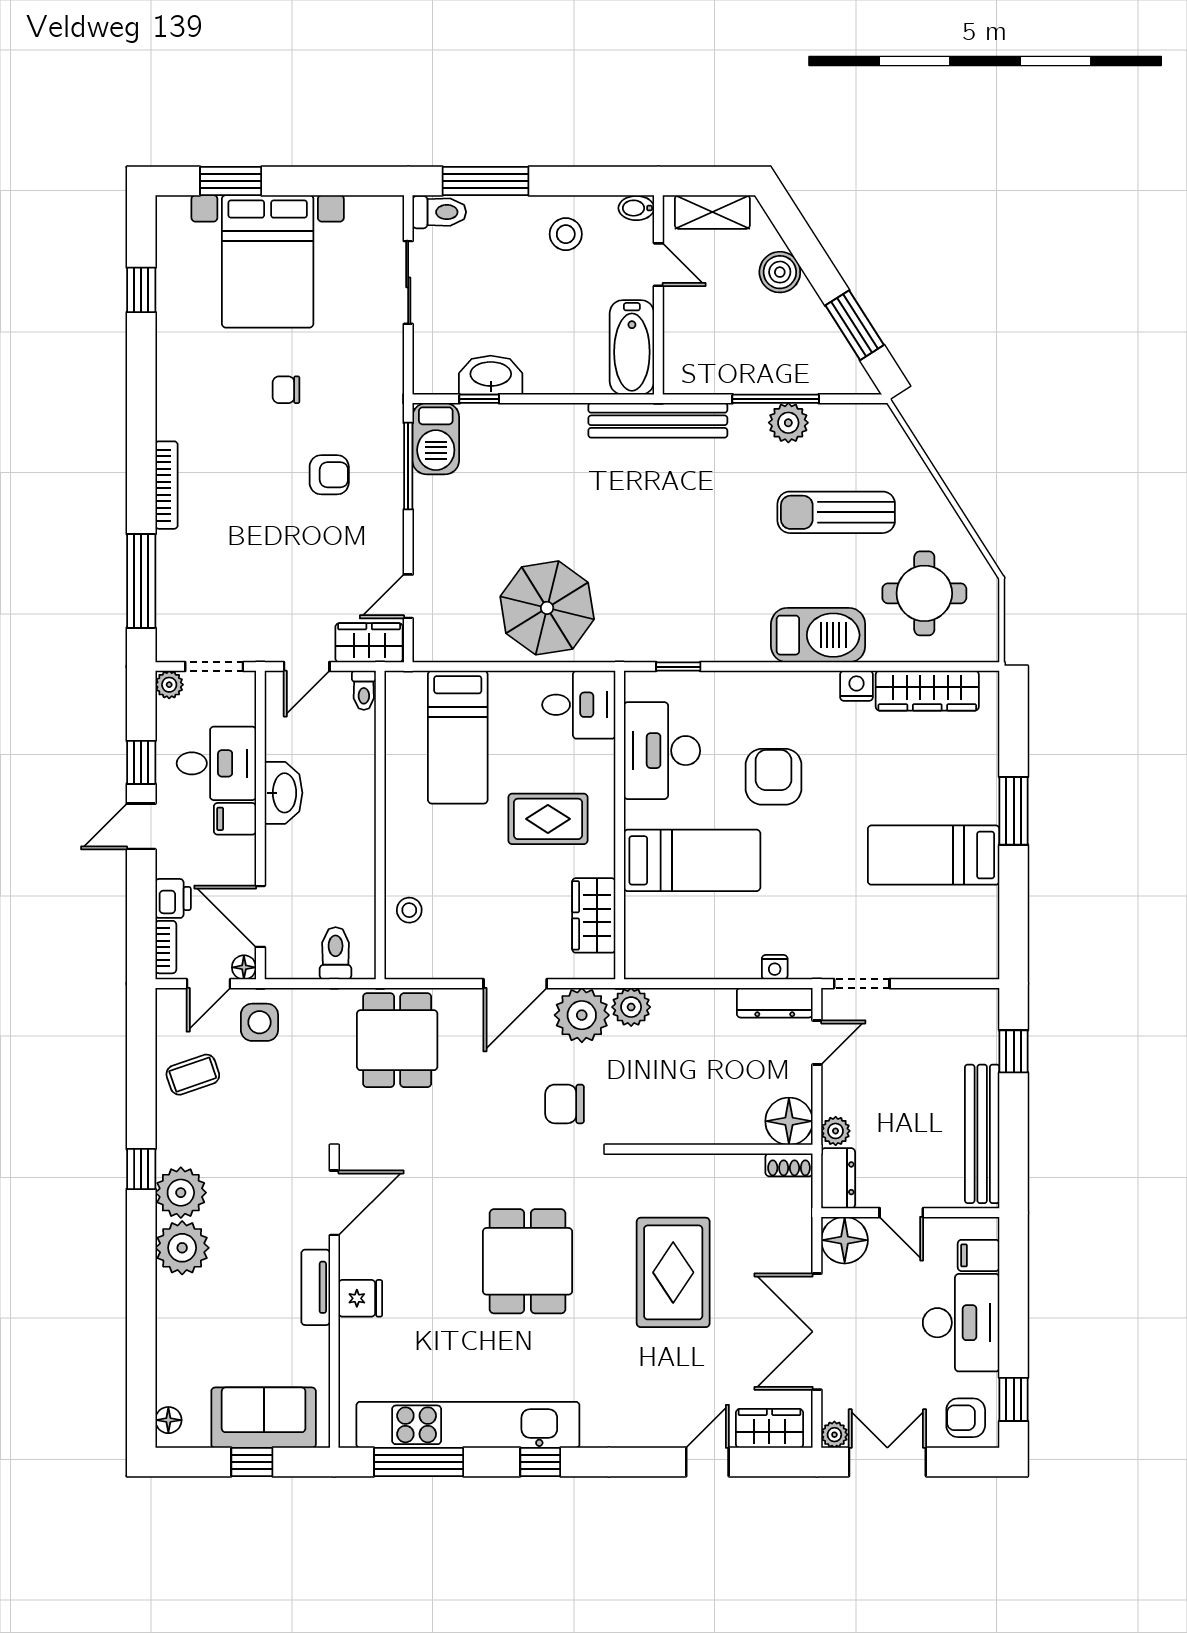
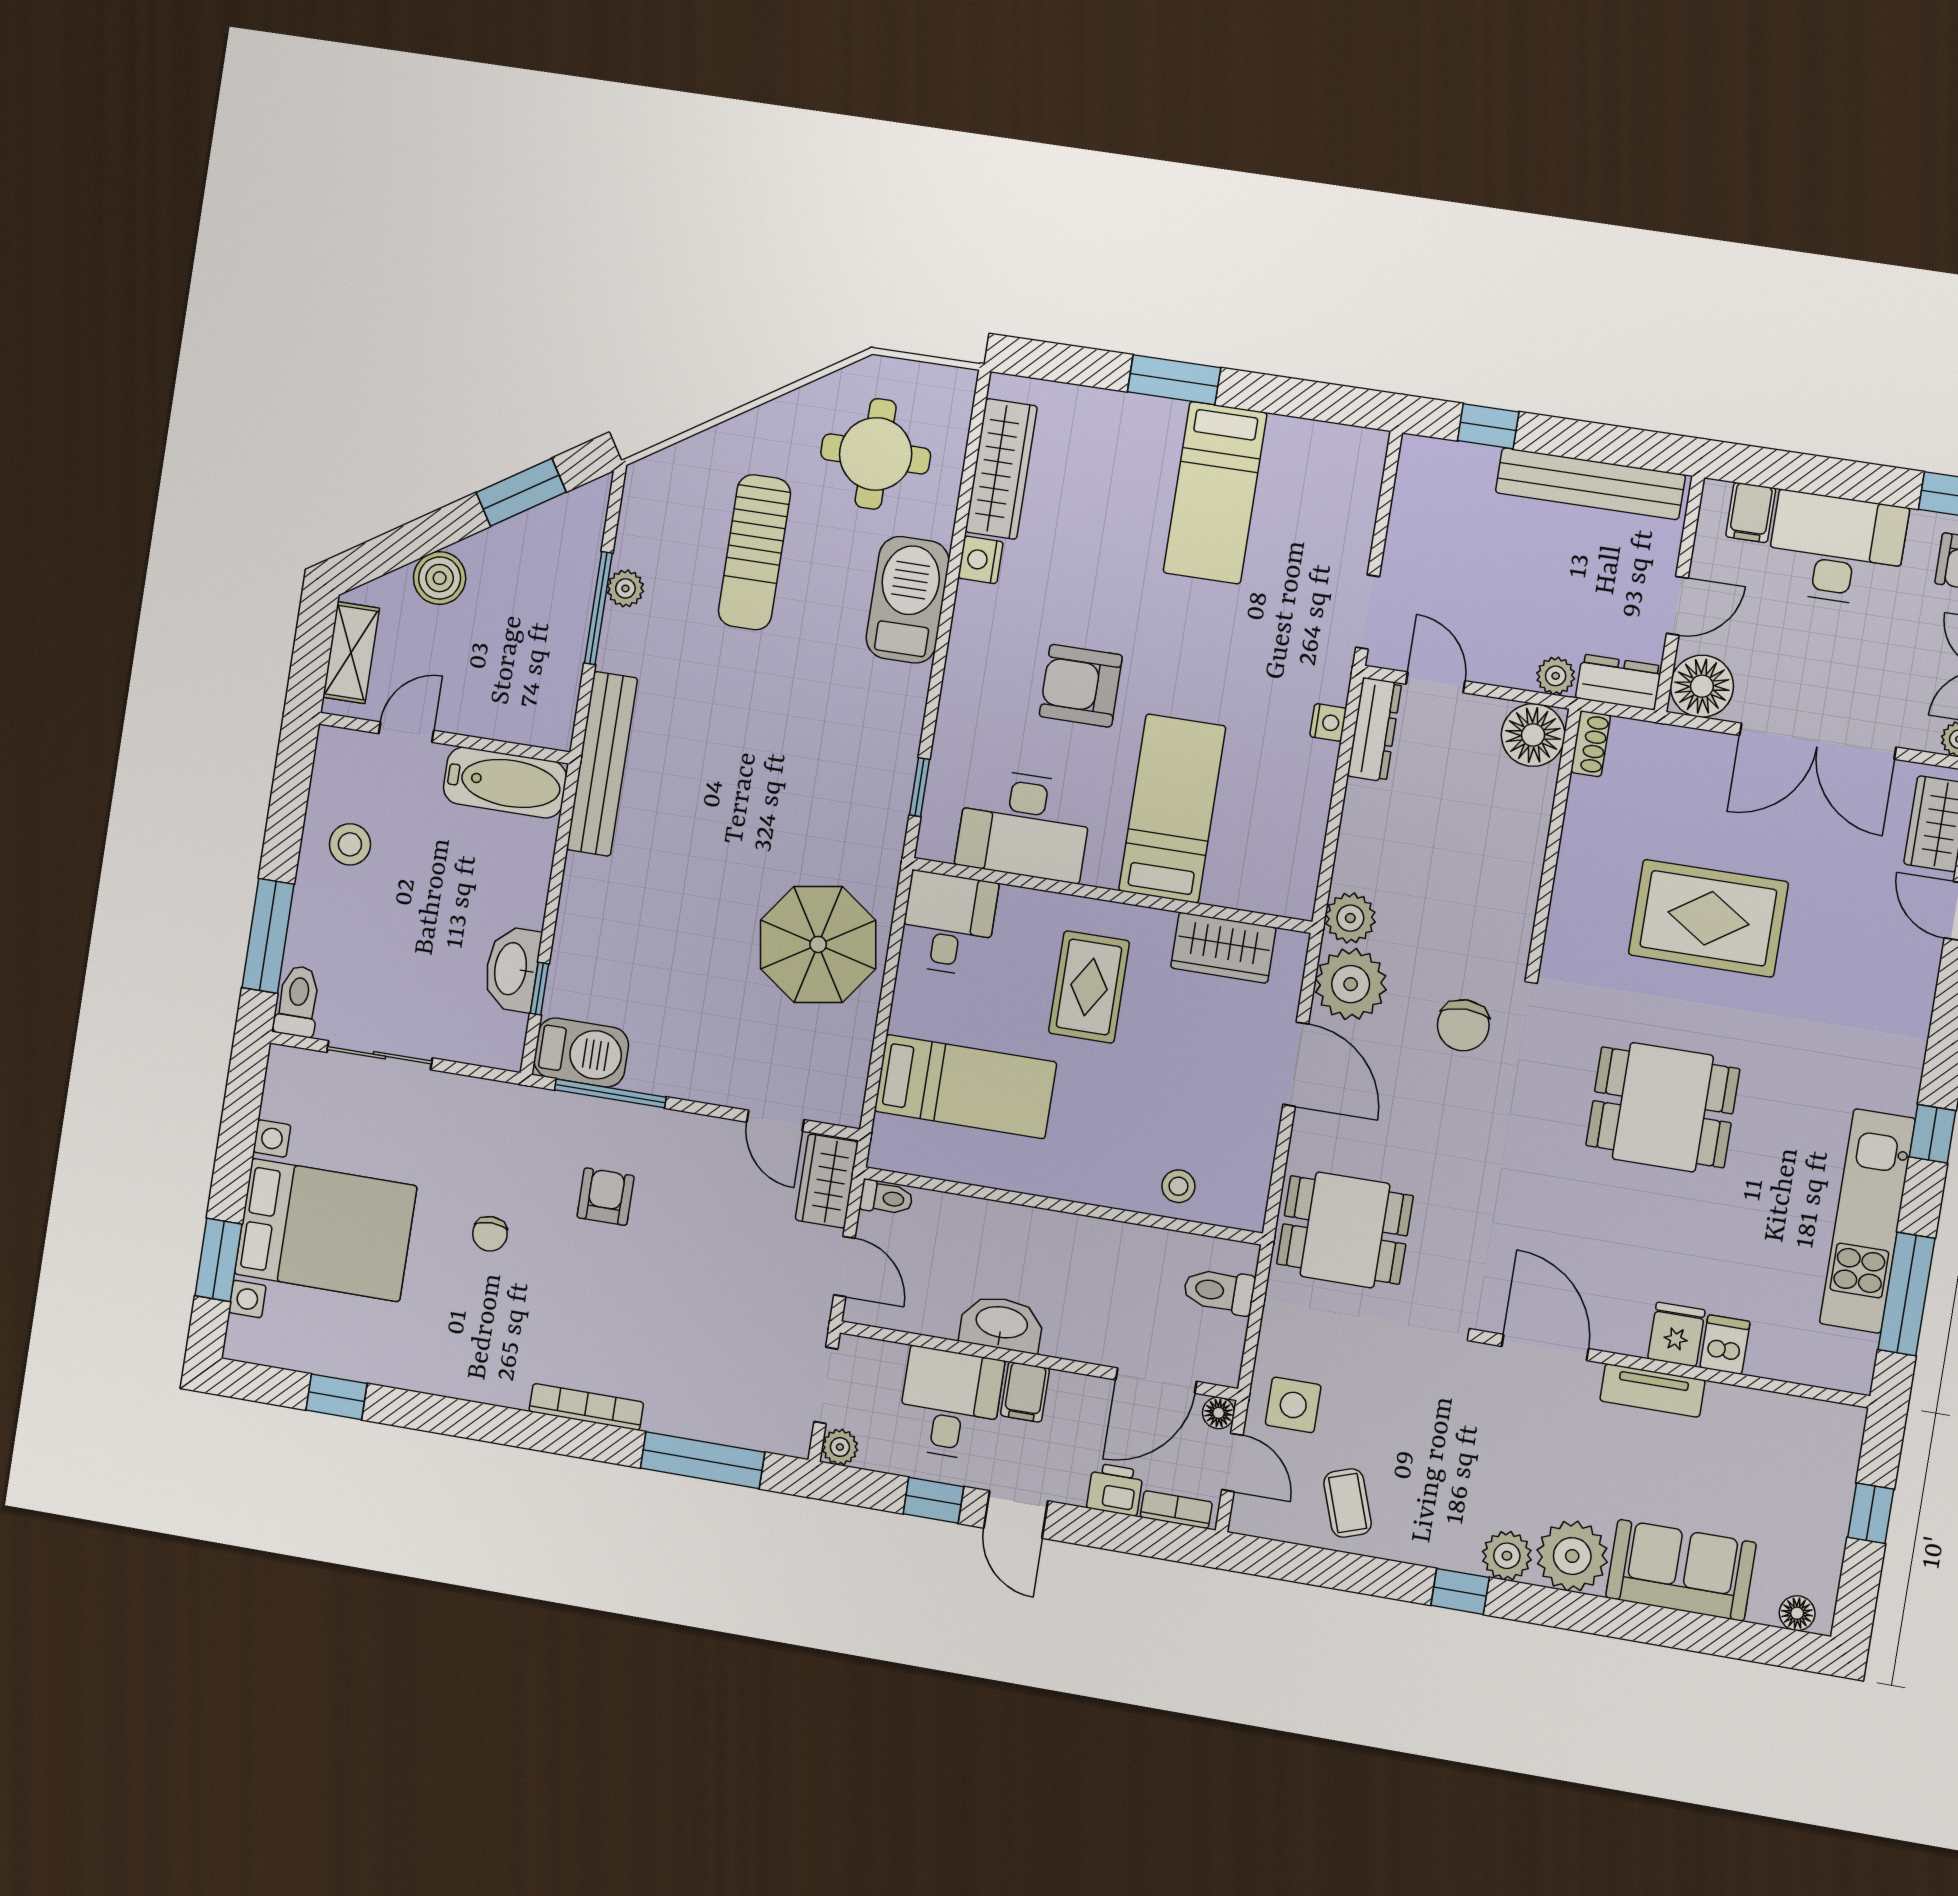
bidet: (636, 208) -> (331, 749), removed
plant: (788, 423) -> (625, 588), width x0.73, depth x0.73
plant: (181, 1193) -> (1507, 1556), width x0.73, depth x0.73
dishwasher: (359, 1335) -> (1725, 1345), added
sofa: (264, 1418) -> (1681, 1570), moved, turned 90
kitchen unit: (468, 1425) -> (1867, 1221), width x0.73

